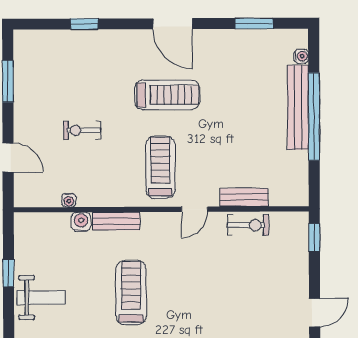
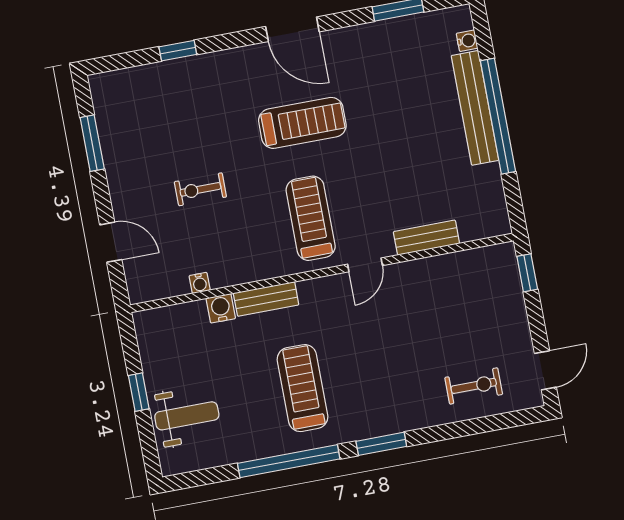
exercise bike: (248, 225) -> (474, 386), moved

